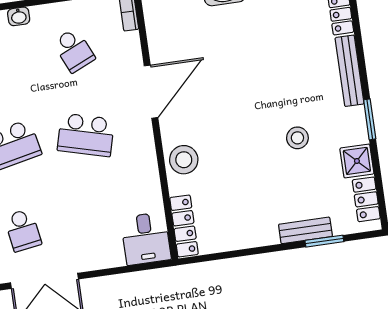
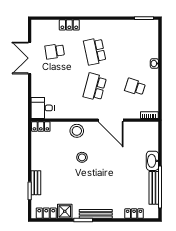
school desk: (74, 50) -> (135, 87), turned 42
bench: (350, 71) -> (96, 214), moved
stool: (297, 138) -> (82, 157), moved
locker: (184, 226) -> (41, 127), width x0.66

